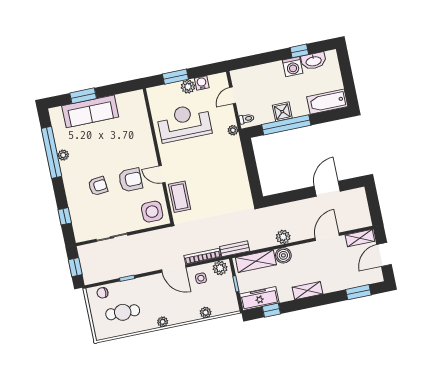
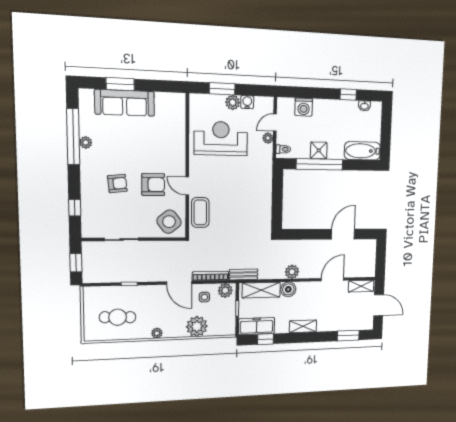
washbasin: (314, 61) -> (364, 106), width x0.52, depth x0.69
washing machine: (293, 67) -> (304, 107), moved
plant: (233, 130) -> (268, 138), moved
side table: (152, 212) -> (169, 222), turned -38
door: (384, 255) -> (379, 305), swing flipped
chair: (102, 293) -> (100, 294), removed
plant: (206, 313) -> (197, 326), width x1.87, depth x1.87

